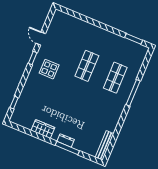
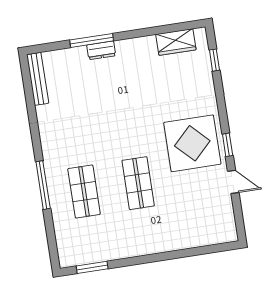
display table: (49, 69) -> (192, 143), width x1.86, depth x1.86
wardrobe: (43, 129) -> (176, 42), moved

